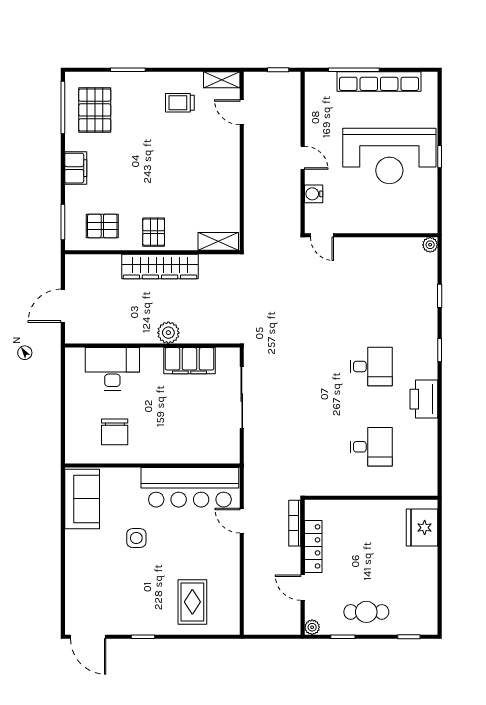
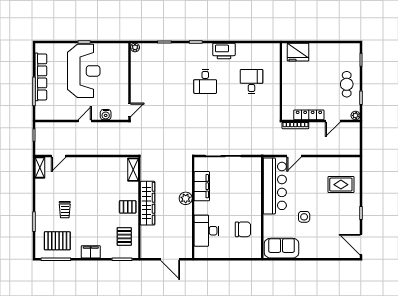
trolley: (180, 103) -> (65, 210), moved
desk: (371, 367) -> (205, 81), turned 180
door: (88, 637) -> (361, 245), swing flipped

